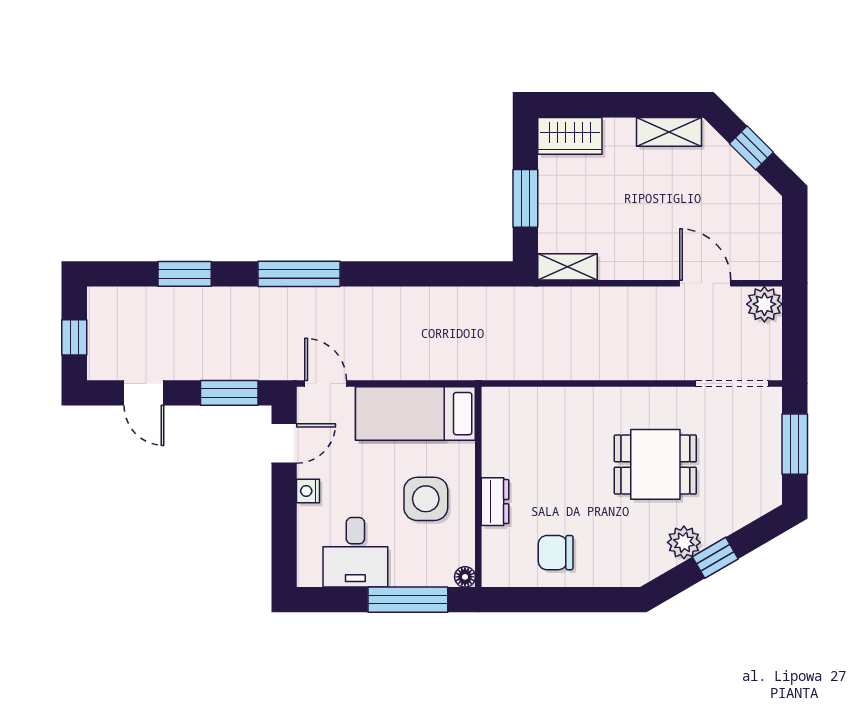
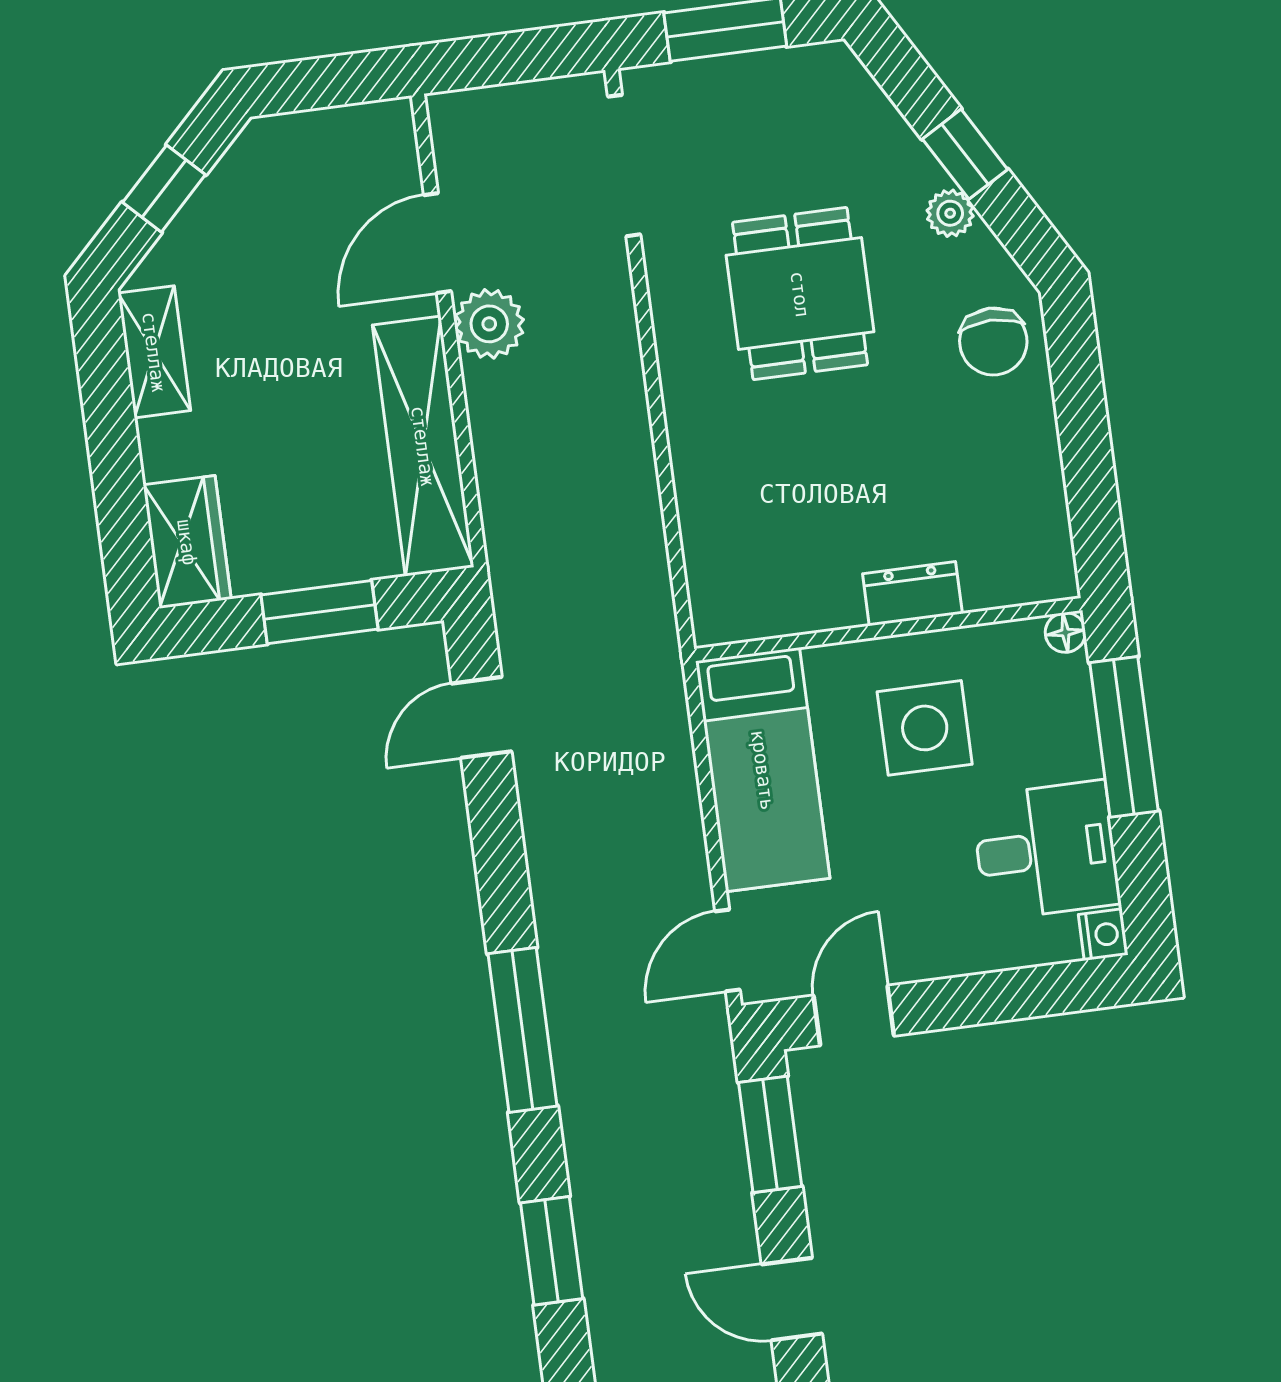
shelving: (567, 267) -> (423, 446), width x2.20, depth x1.33
door: (461, 274) -> (481, 717), added
plant: (764, 304) -> (489, 324), moved
door: (144, 393) -> (792, 1299), swing flipped
door: (284, 444) -> (854, 1016), hinge flipped
nightstand: (308, 491) -> (1103, 935), moved, turned -90
plant: (684, 542) -> (950, 213), width x0.73, depth x0.73
chair: (556, 553) -> (993, 341), moved

